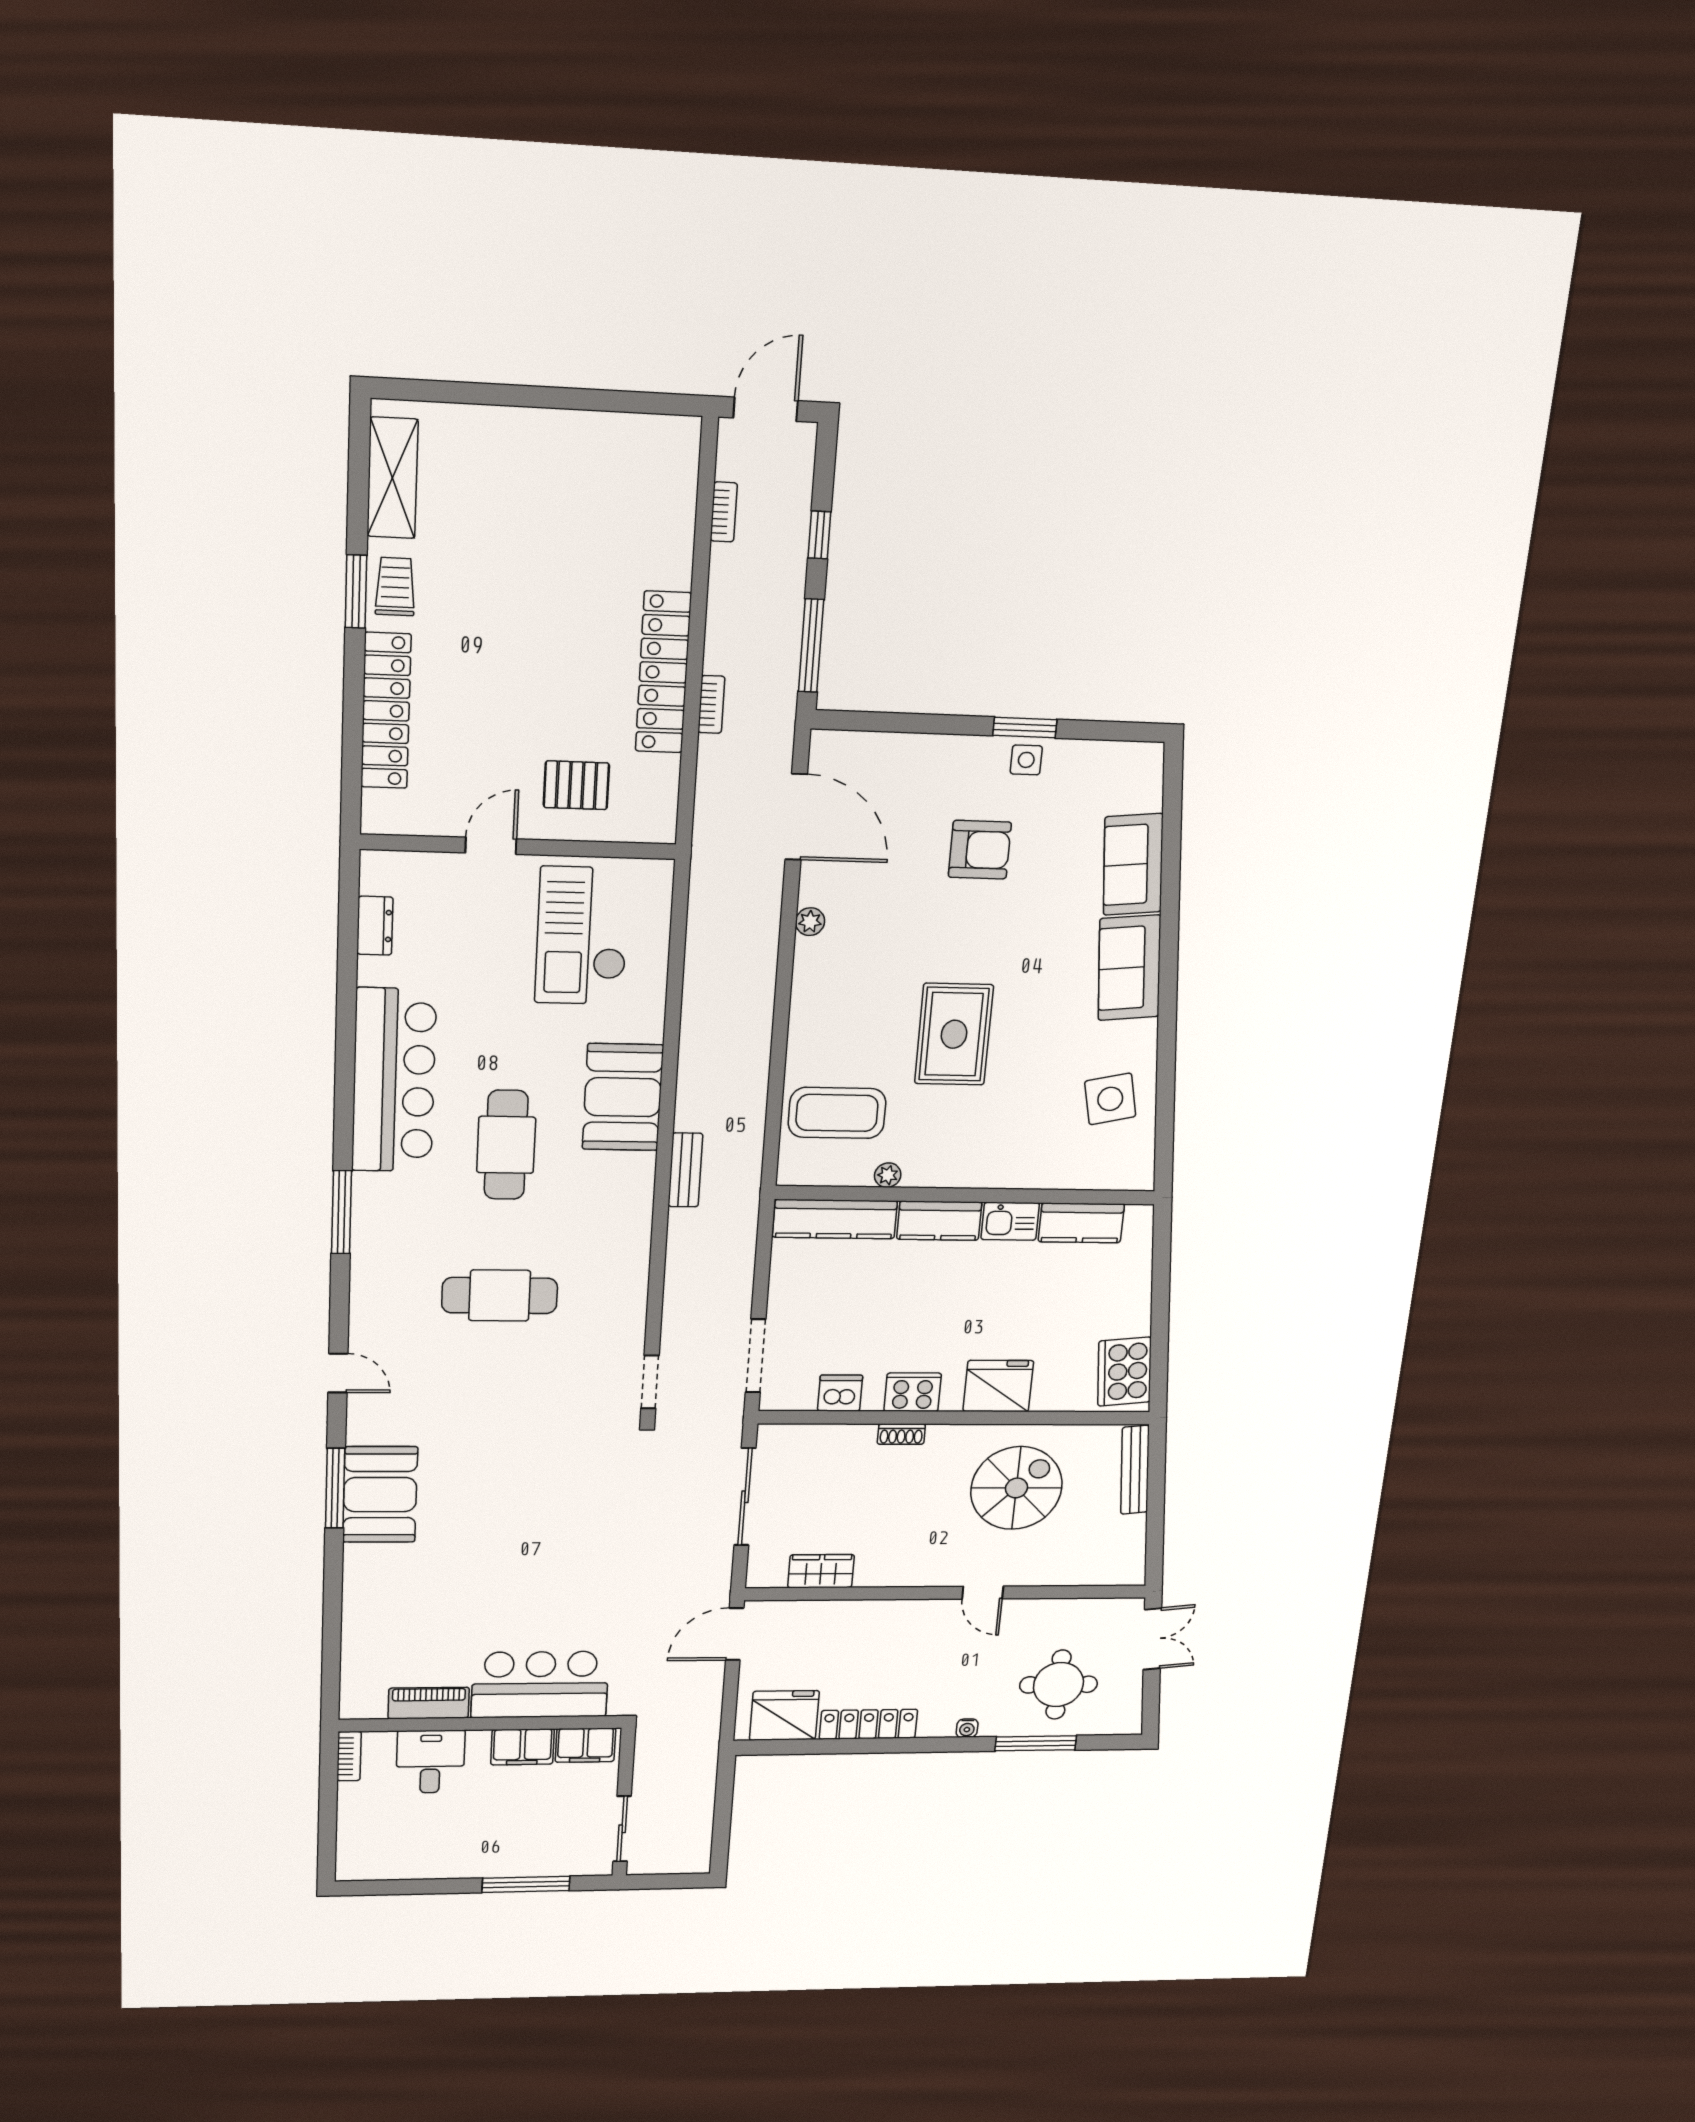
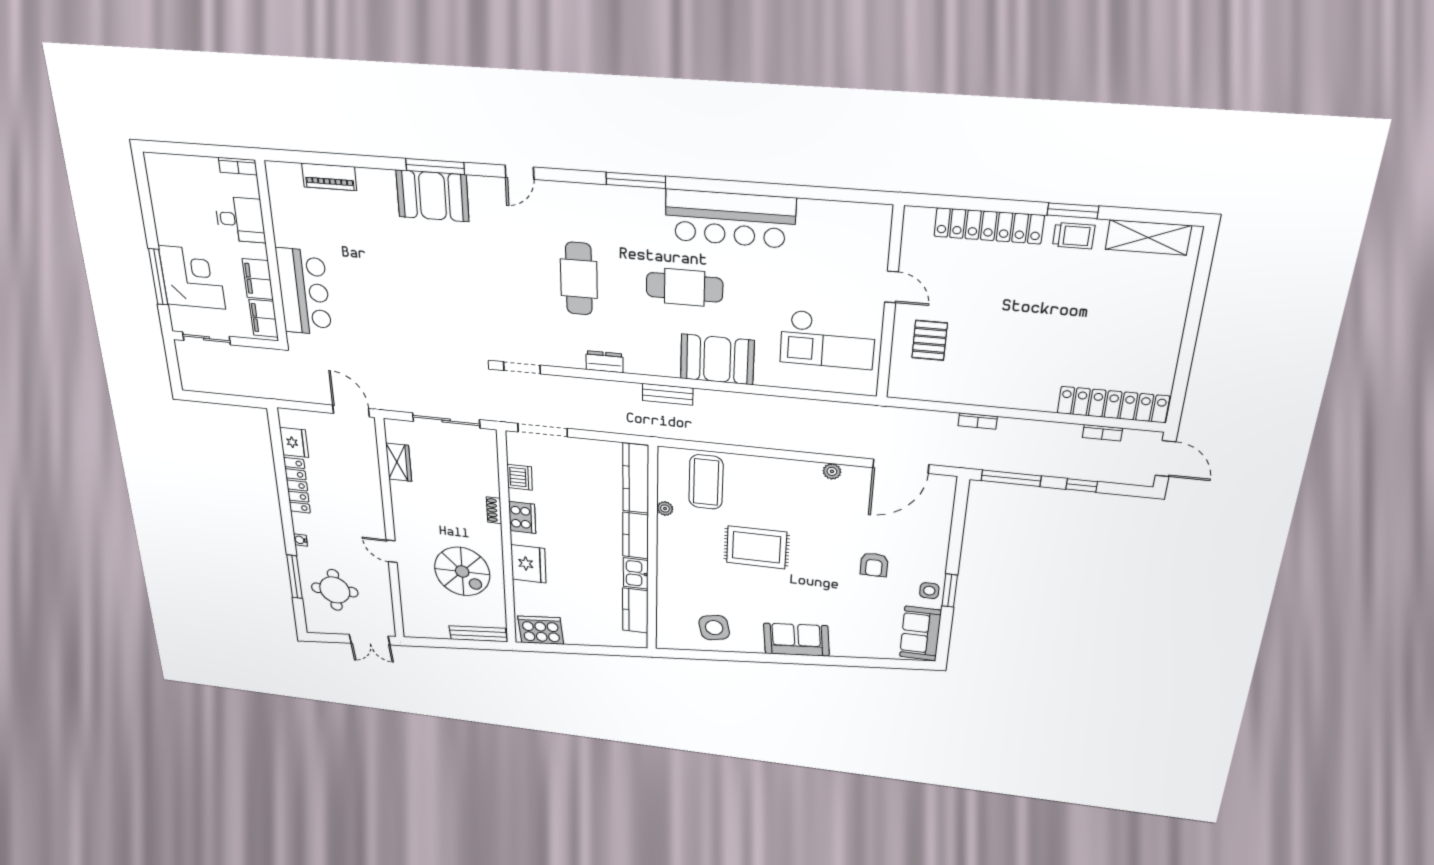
locker: (663, 672) -> (1113, 405), moved
armchair: (980, 850) -> (874, 565), width x0.72, depth x0.72
sofa: (1133, 864) -> (920, 633), moved, turned -85
dresser: (375, 926) -> (605, 362), moved, turned 180
checkout: (582, 936) -> (828, 340), turned 180
door: (983, 1593) -> (392, 551), hinge flipped
piano: (429, 1703) -> (329, 177), moved, turned 90
fridge: (784, 1715) -> (294, 442), width x0.73, depth x0.75
corner desk: (525, 1838) -> (192, 277), added

